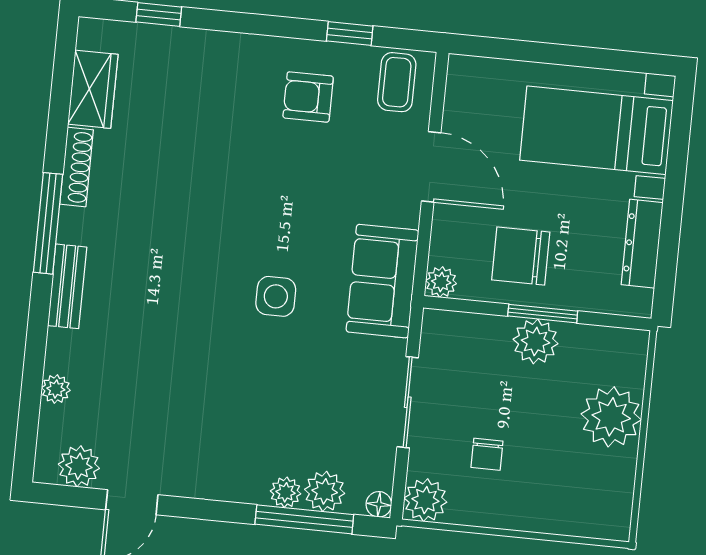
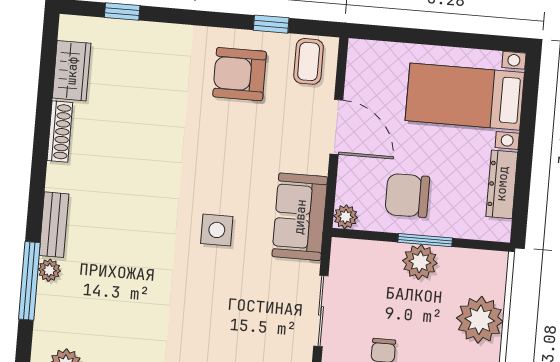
armchair: (308, 97) -> (240, 74), width x1.38, depth x1.38
window: (48, 223) -> (29, 281), moved
plant: (56, 389) -> (49, 270), moved

